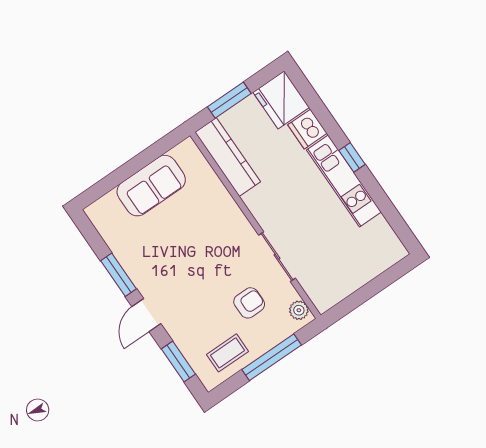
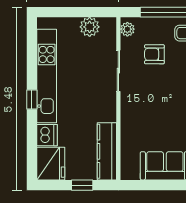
window: (229, 100) -> (82, 185), width x0.67
kitchen unit: (344, 181) -> (47, 76), width x1.36
plant: (343, 284) -> (90, 27), added

